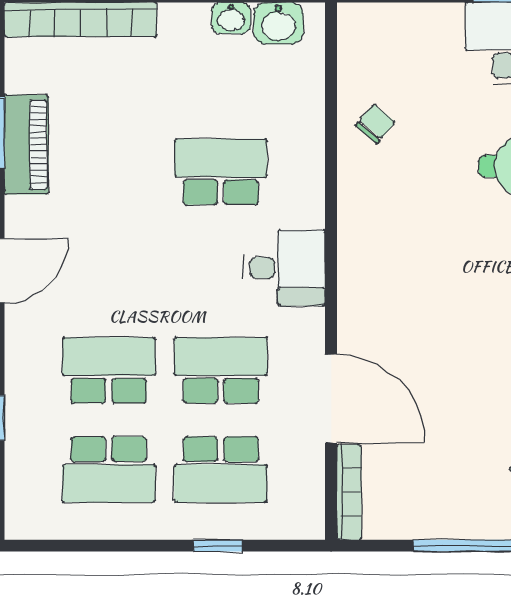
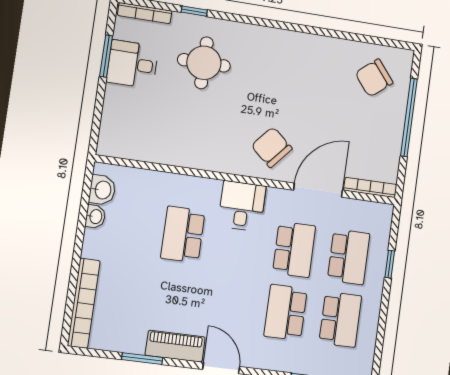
chair: (375, 124) -> (272, 147), moved, width x1.87, depth x1.87
piano: (26, 145) -> (175, 346), moved
school desk: (221, 370) -> (294, 249), turned 180

